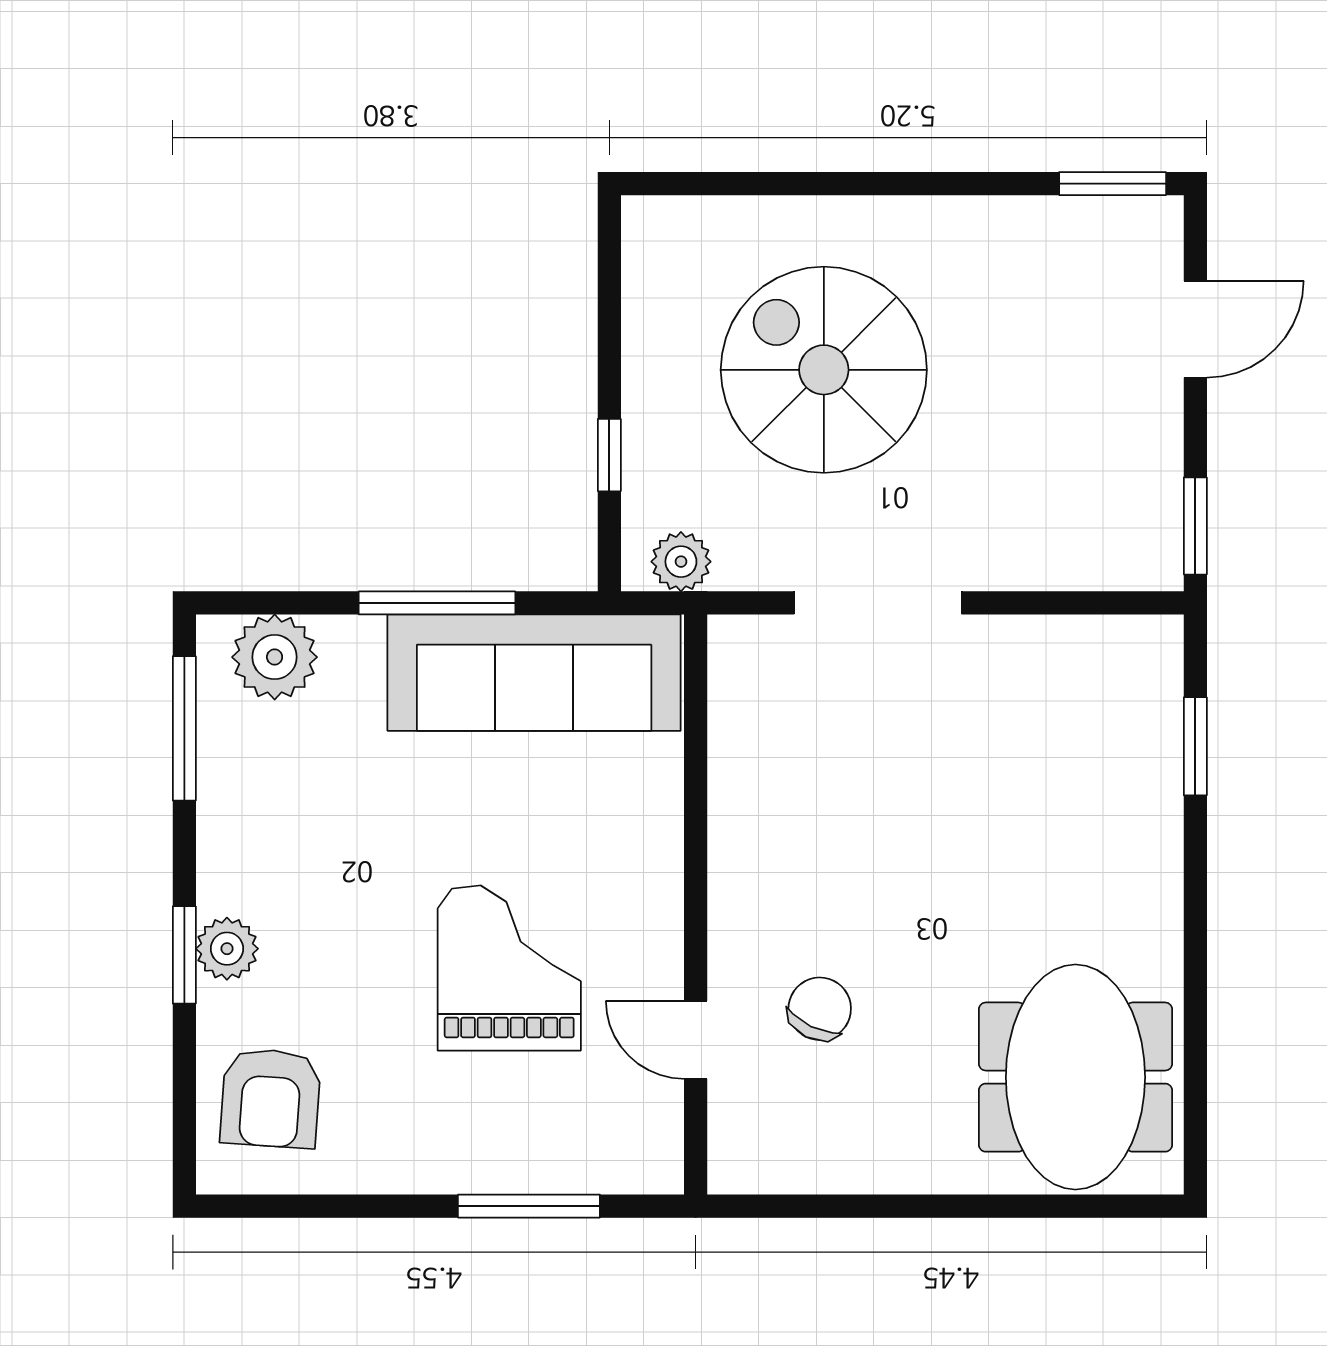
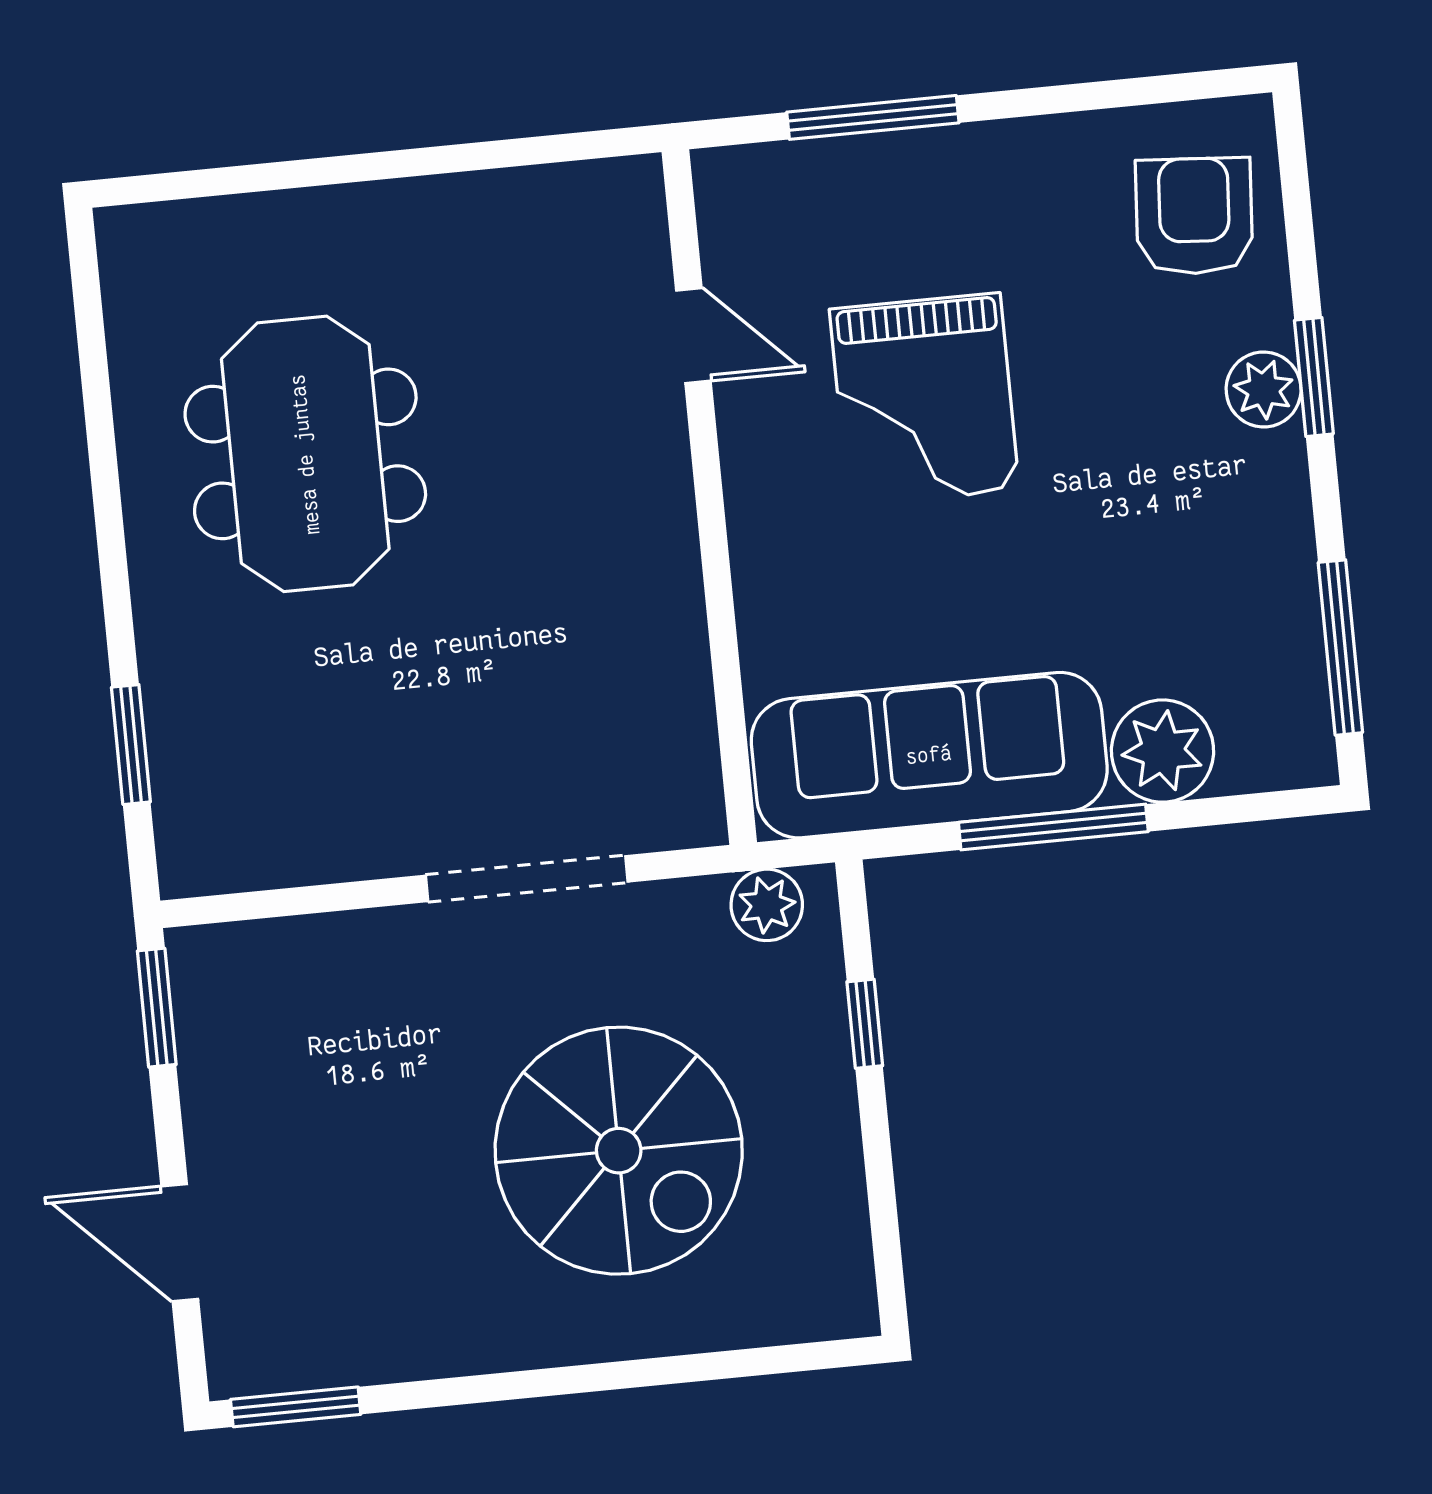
door: (1195, 329) -> (180, 1243), hinge flipped
plant: (275, 657) -> (1163, 751), moved
chair: (820, 1009) -> (549, 387), removed
meeting table: (1075, 1077) -> (305, 454), moved

